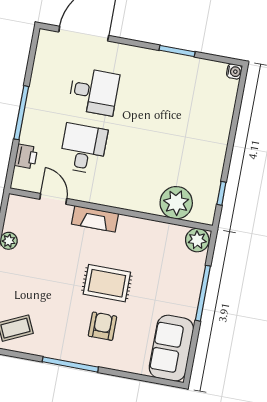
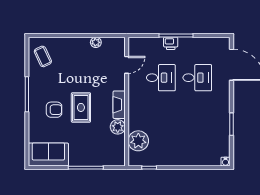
desk: (94, 91) -> (197, 78), turned -90
printer: (26, 156) -> (171, 43), moved
fireplace: (95, 219) -> (119, 105), moved
plant: (197, 240) -> (118, 127), moved

